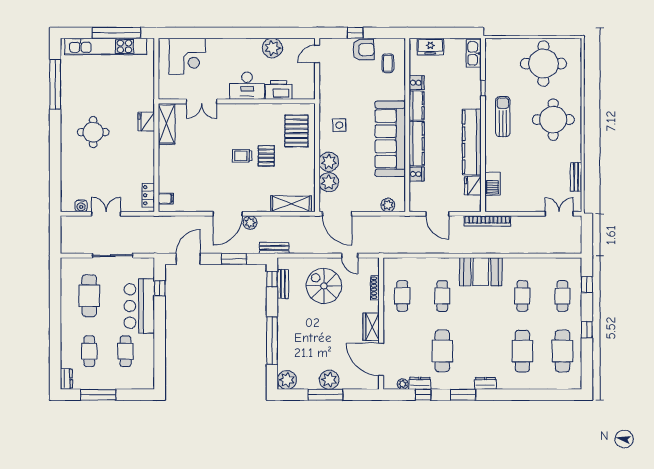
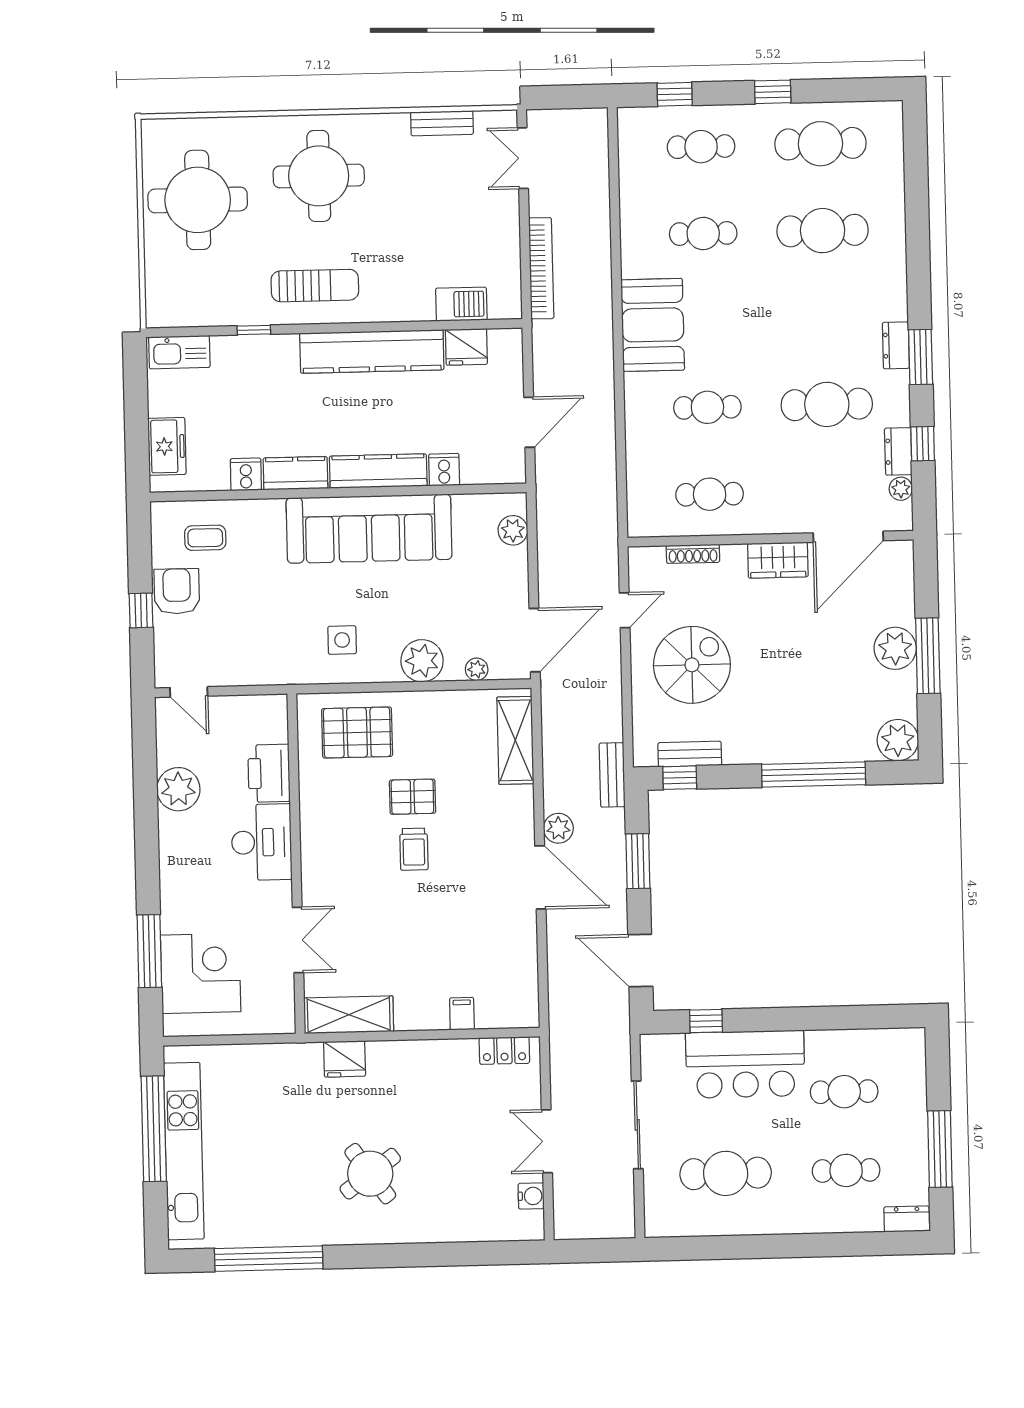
window: (198, 33) -> (149, 951), added
sun lounger: (503, 117) -> (315, 286), turned 180
round table: (93, 132) -> (370, 1174), turned -36
plant: (329, 182) -> (477, 669), width x0.53, depth x0.53
filing cabinet: (166, 199) -> (462, 1014), moved
bookcase: (487, 221) -> (541, 268), moved
spiral stairs: (324, 286) -> (692, 665), turned 180
dresser: (485, 383) -> (896, 345), moved

